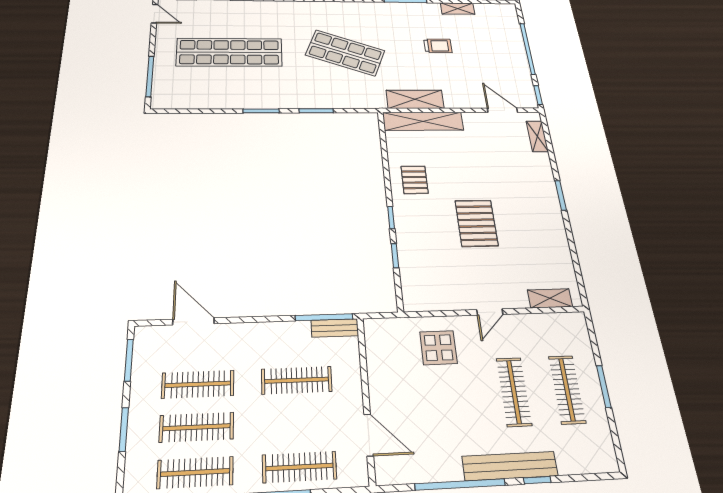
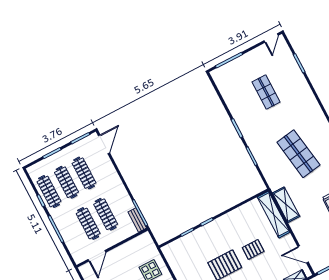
shop shelf: (229, 52) -> (266, 92), width x0.50, depth x0.74
shop shelf: (345, 53) -> (298, 154), turned -30
door: (502, 110) -> (303, 254), swing flipped
pallet: (414, 180) -> (253, 249), moved
door: (193, 321) -> (104, 144), moved
clothes rail: (299, 467) -> (88, 223), moved

